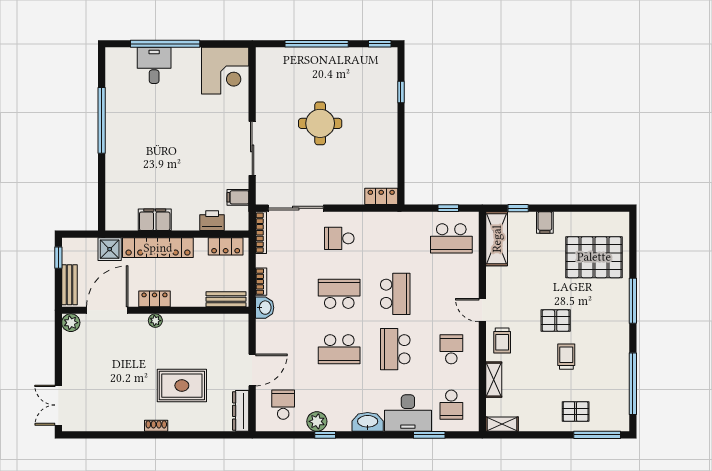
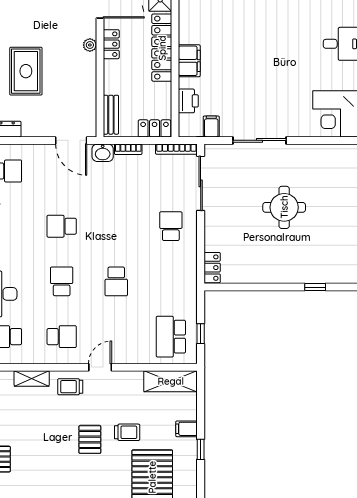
window: (518, 208) -> (201, 449), moved
filing cabinet: (155, 220) -> (189, 61), moved
locker: (226, 246) -> (155, 128), moved, turned 90
school desk: (339, 294) -> (116, 226), removed
school desk: (395, 294) -> (116, 281), width x0.54
school desk: (339, 349) -> (62, 226), width x0.54
school desk: (395, 349) -> (62, 281), width x0.54
trolley: (566, 357) -> (127, 432), moved
door: (252, 370) -> (71, 140), moved

